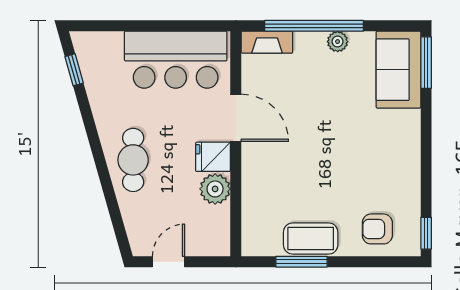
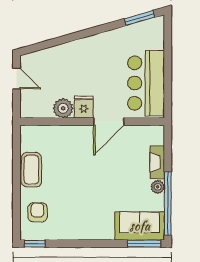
window: (314, 26) -> (168, 203), moved
fireplace: (267, 42) -> (157, 162), moved
window: (74, 70) -> (140, 18), width x1.50
cafe table: (133, 160) -> (82, 56), removed
window: (301, 262) -> (17, 164), removed

